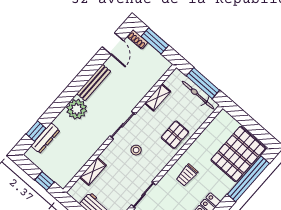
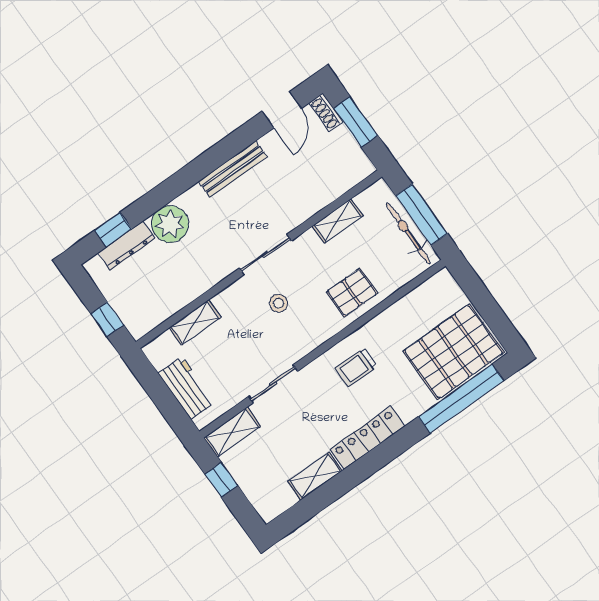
plant: (77, 109) -> (170, 224), moved

